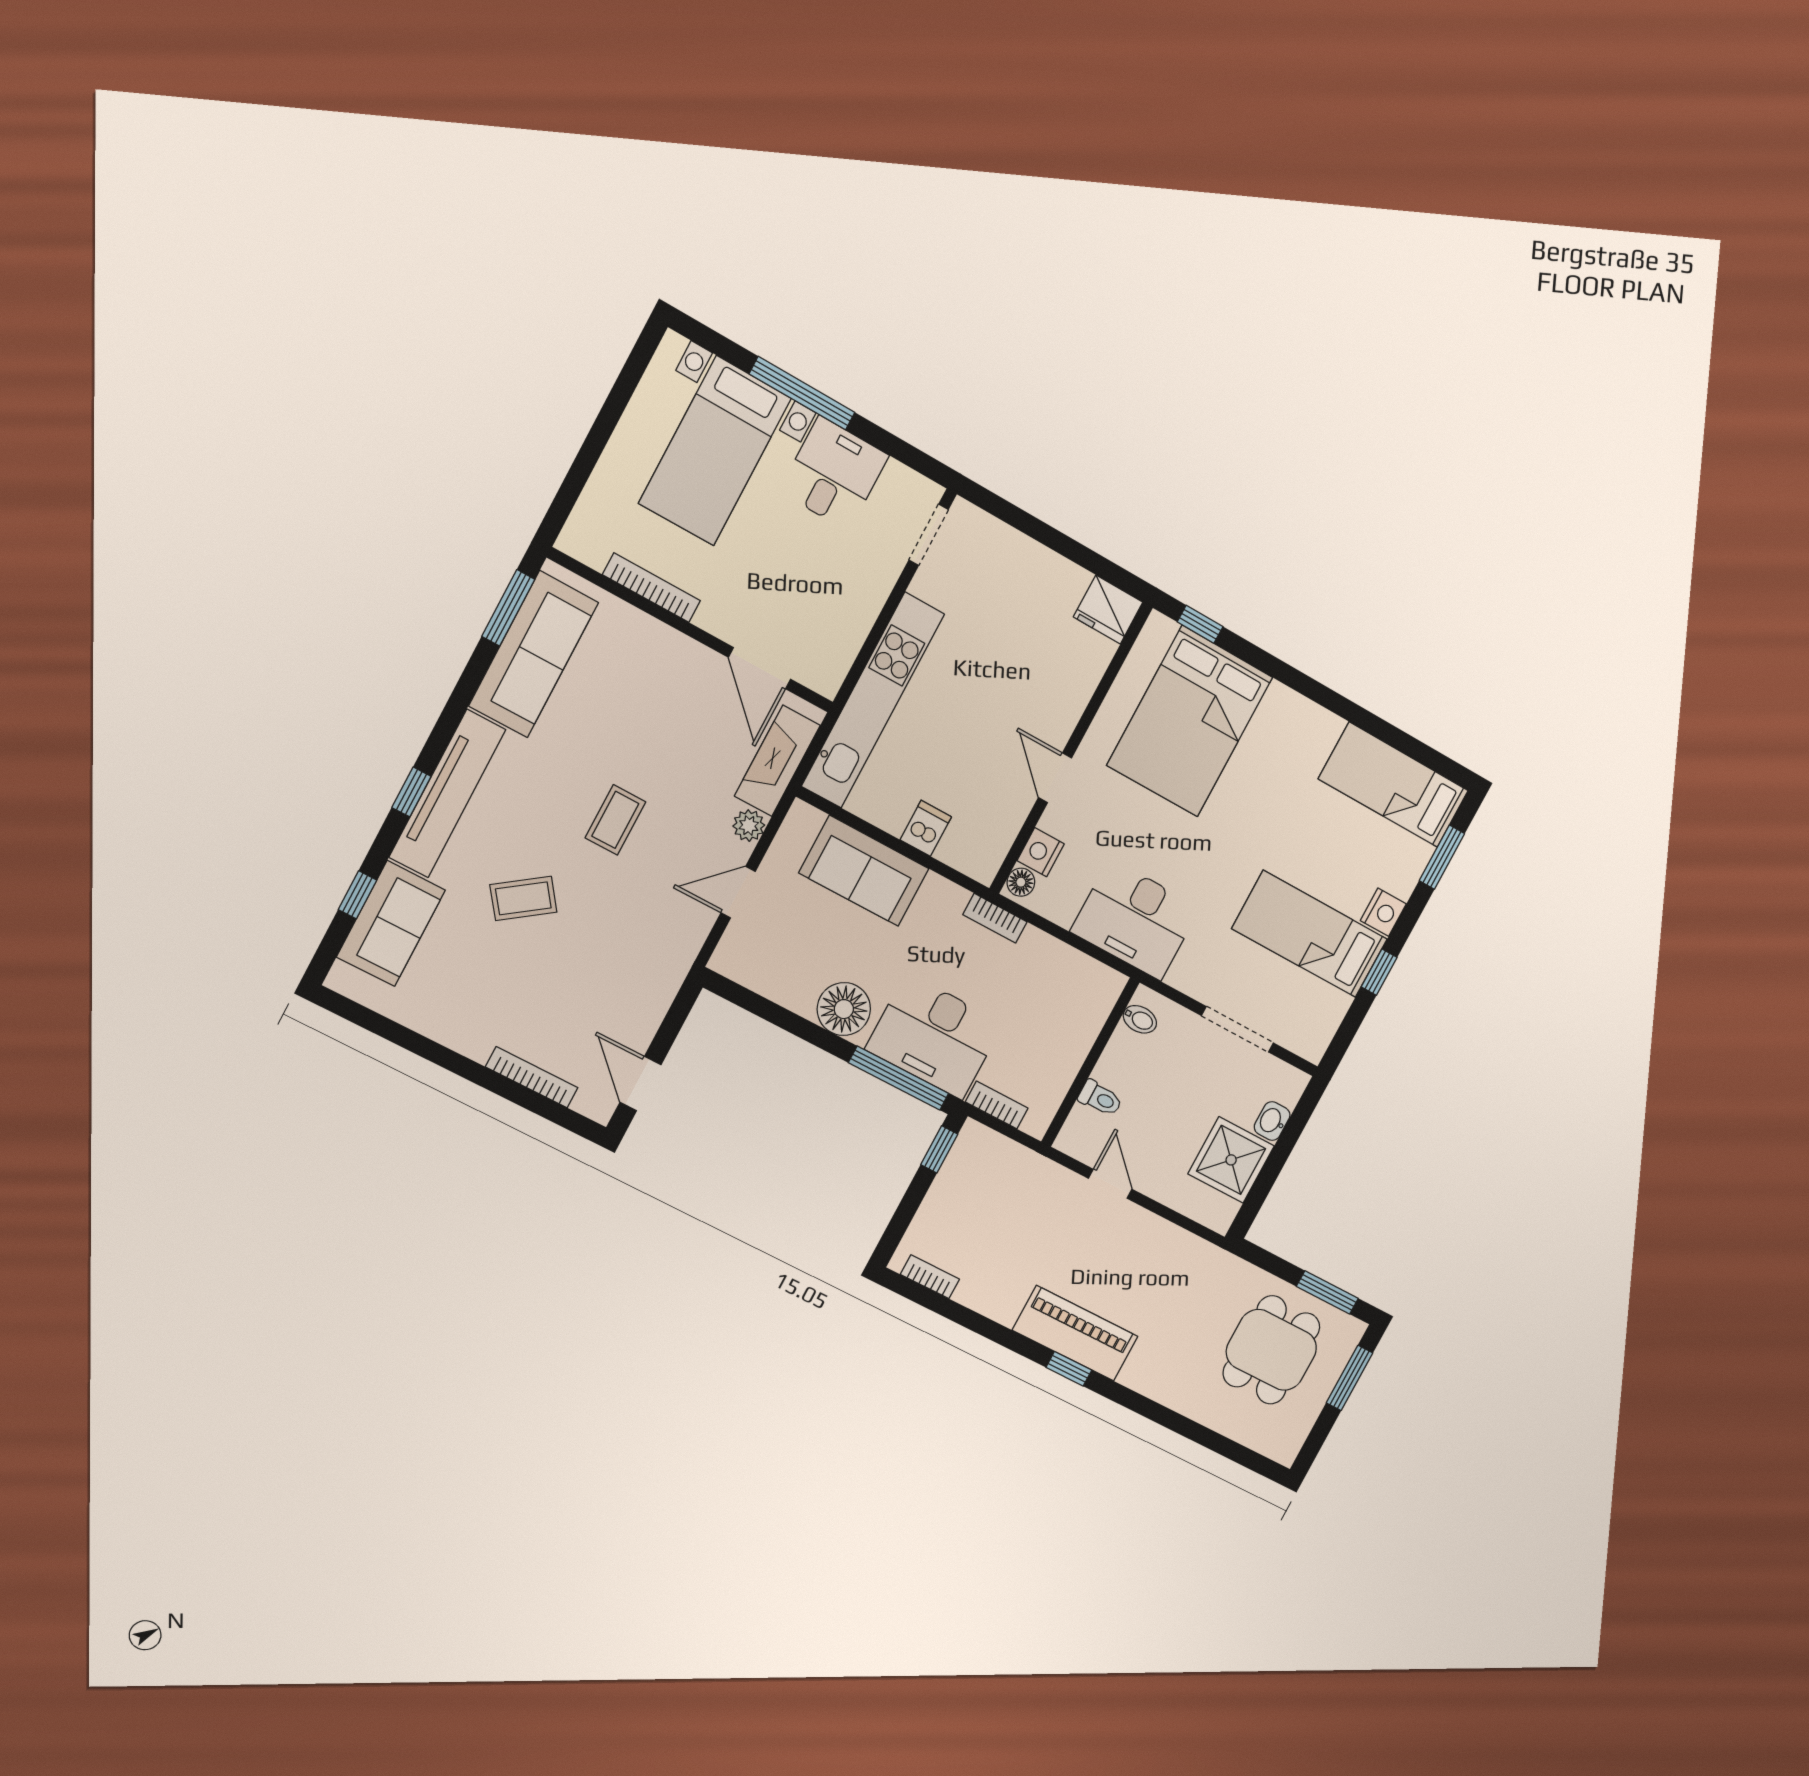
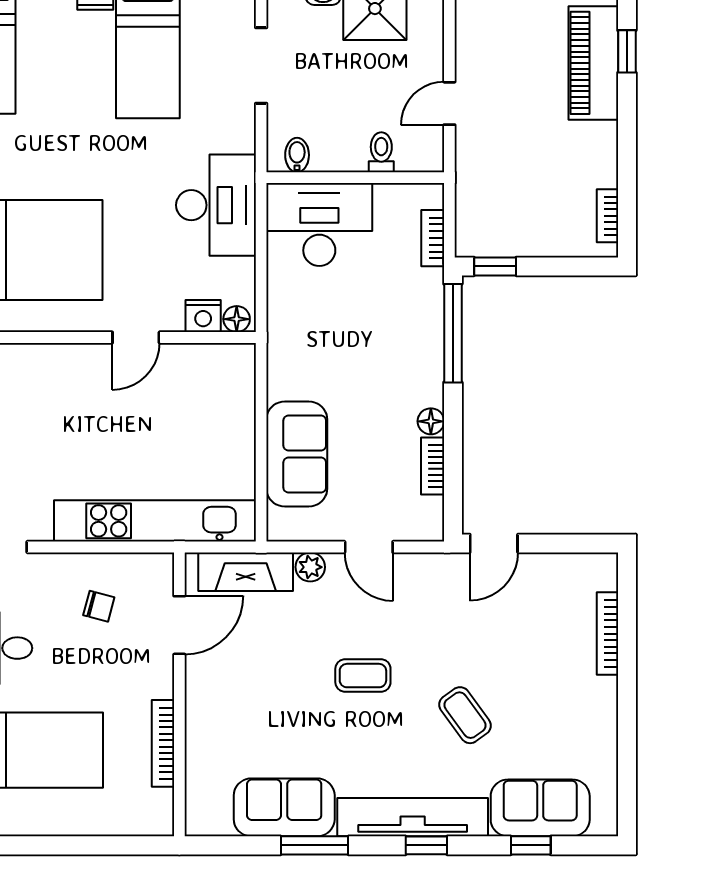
chair: (820, 600) -> (99, 606), added
window: (508, 608) -> (315, 845), moved
sofa: (534, 654) -> (284, 807), width x0.73
dishwasher: (926, 828) -> (235, 422), removed
bookcase: (995, 918) -> (433, 466), moved, turned 180
floor lamp: (844, 1009) -> (431, 421), width x0.53, depth x0.53
desk: (934, 1036) -> (319, 225), moved, turned -90
door: (641, 1084) -> (494, 543), moved

